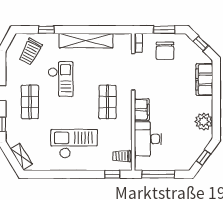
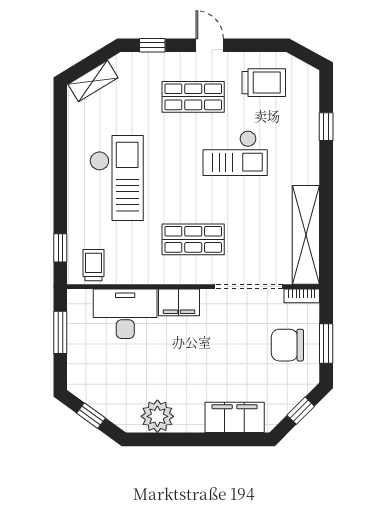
shelving: (86, 41) -> (306, 235), moved
trolley: (30, 52) -> (264, 83), moved, turned 152
window: (158, 174) -> (60, 332), width x0.69

